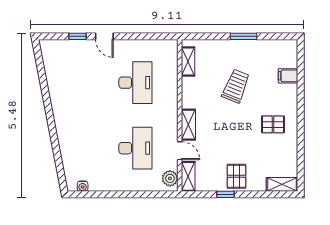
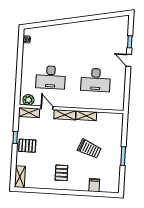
door: (104, 36) -> (129, 60), hinge flipped
shelving: (188, 62) -> (86, 116), moved
door: (180, 151) -> (47, 108), swing flipped

